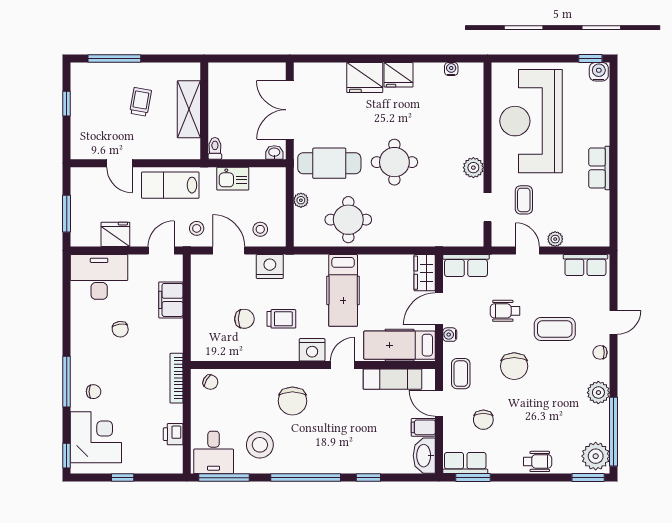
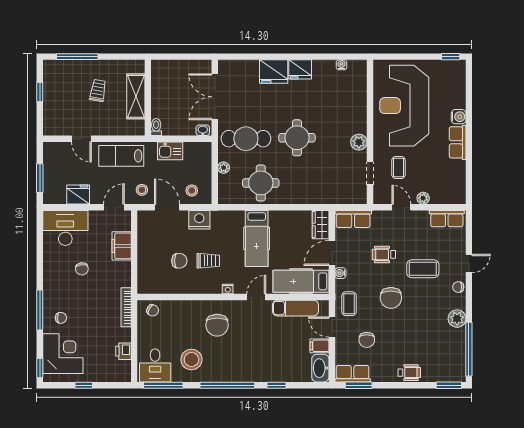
water cooler: (599, 72) -> (459, 117), moved, turned 90
nightstand: (312, 350) -> (228, 289), width x0.53, depth x0.56
plant: (596, 456) -> (455, 368), removed

